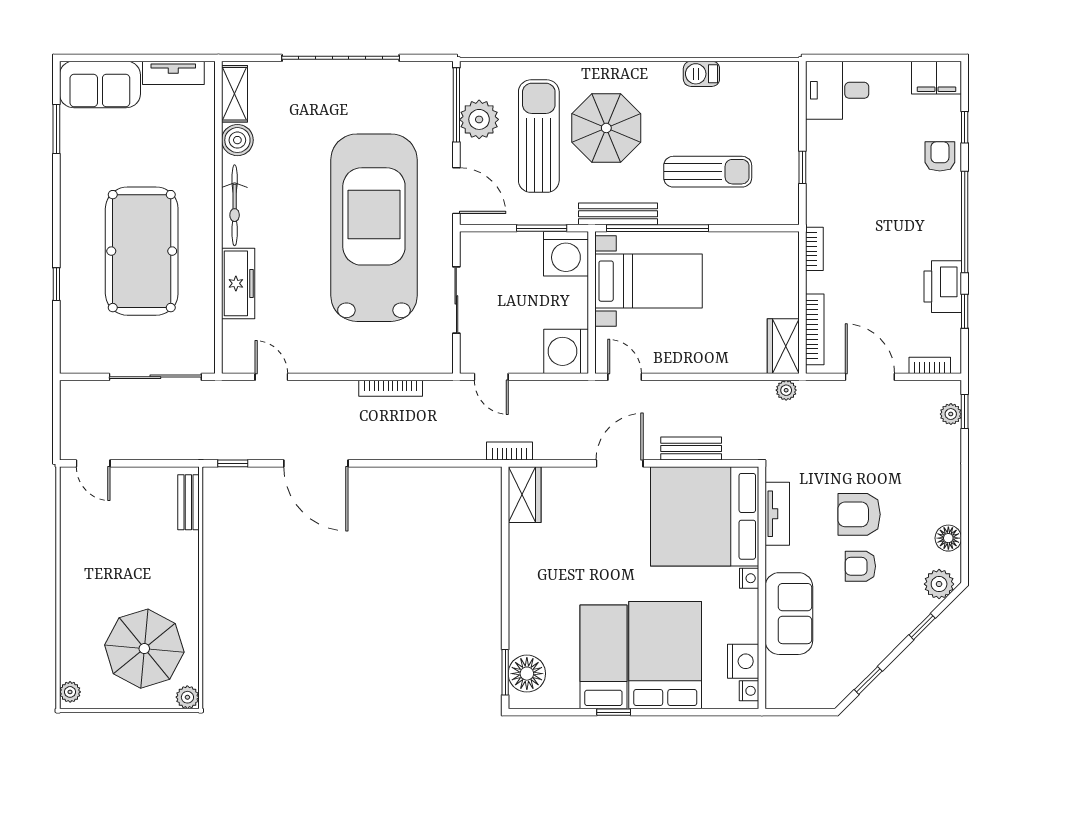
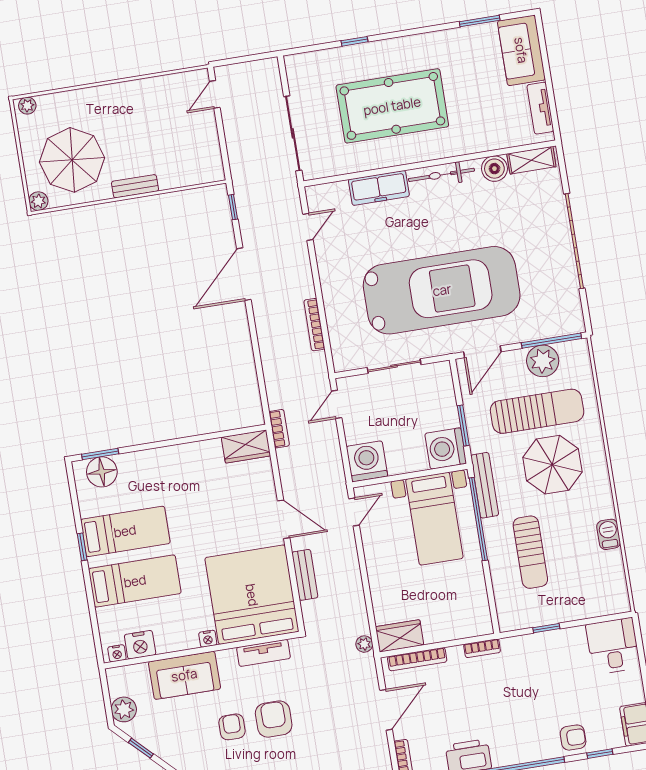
bench: (188, 502) -> (135, 186), moved
bed: (665, 655) -> (135, 581), width x0.67
plant: (818, 694) -> (124, 709), added

